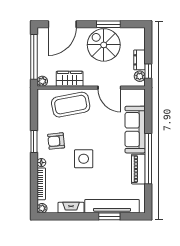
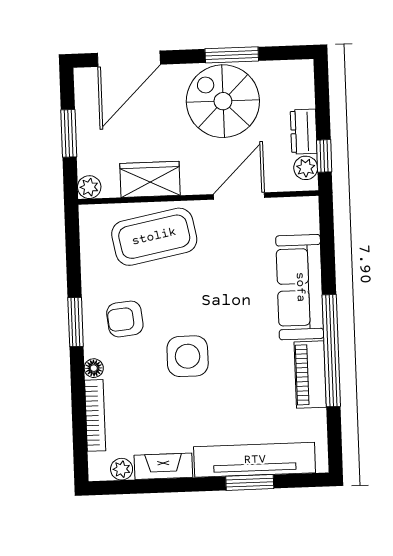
window: (34, 57) -> (69, 133), width x0.47
door: (109, 88) -> (239, 196), swing flipped
plant: (42, 208) -> (122, 469), moved

